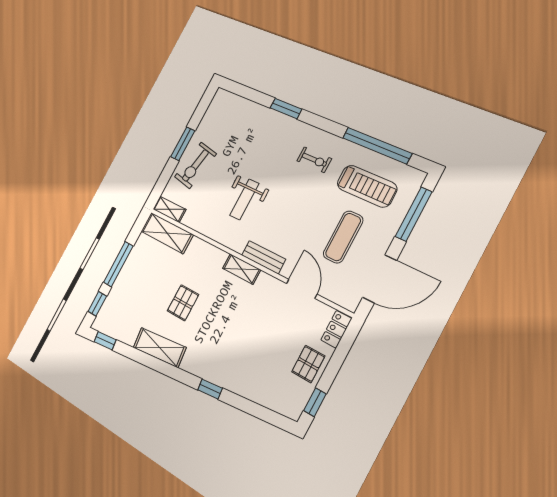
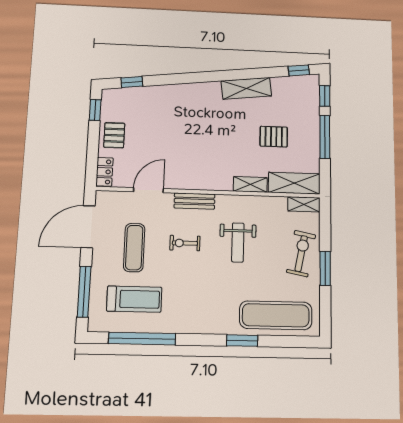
exercise mat: (246, 119) -> (276, 315), added
exercise bike: (314, 160) -> (185, 243), moved
treadmill: (367, 186) -> (134, 299), turned 180
weight bench: (244, 199) -> (238, 242), turned 180
shelving: (242, 269) -> (250, 184), moved
door: (302, 289) -> (148, 190), swing flipped
pallet: (183, 303) -> (274, 137), moved, turned 90
window: (210, 389) -> (132, 82), moved

